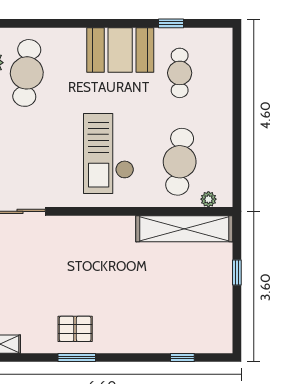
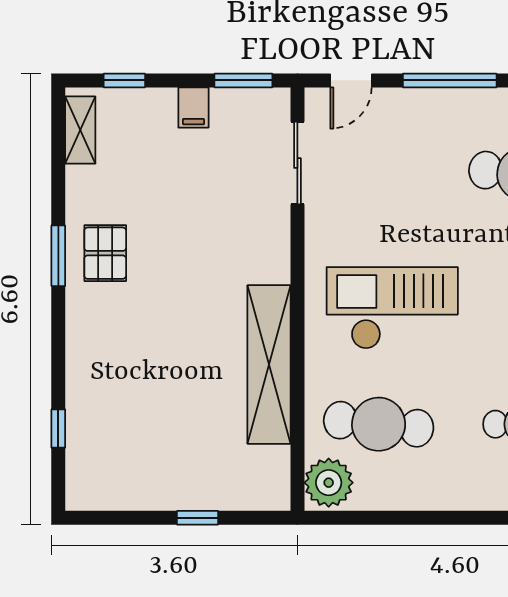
plant: (208, 199) -> (329, 483), width x1.87, depth x1.87
shelving: (184, 229) -> (269, 365), moved

